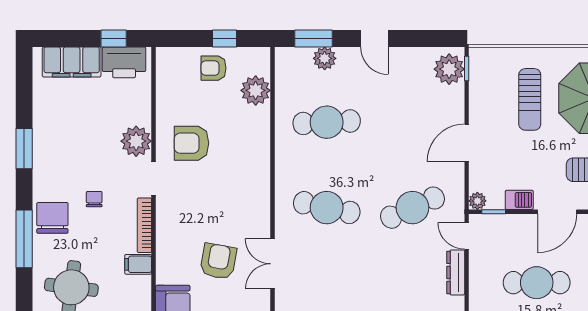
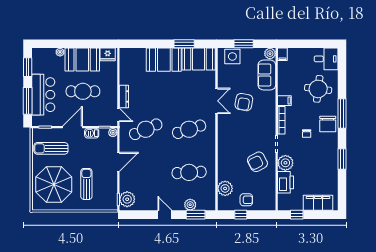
printer: (124, 62) -> (285, 182), moved, turned 90
armchair: (191, 143) -> (257, 162), turned 152
cafe table: (327, 208) -> (189, 129), turned -30

